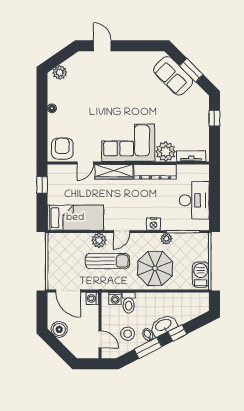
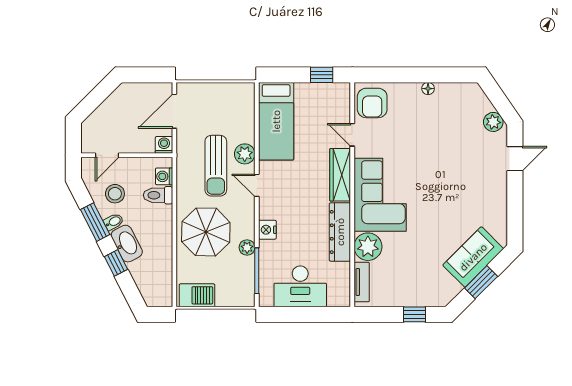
plant: (60, 73) -> (493, 122), moved
armchair: (62, 149) -> (372, 103), turned 90
boiler: (59, 329) -> (121, 99), removed

